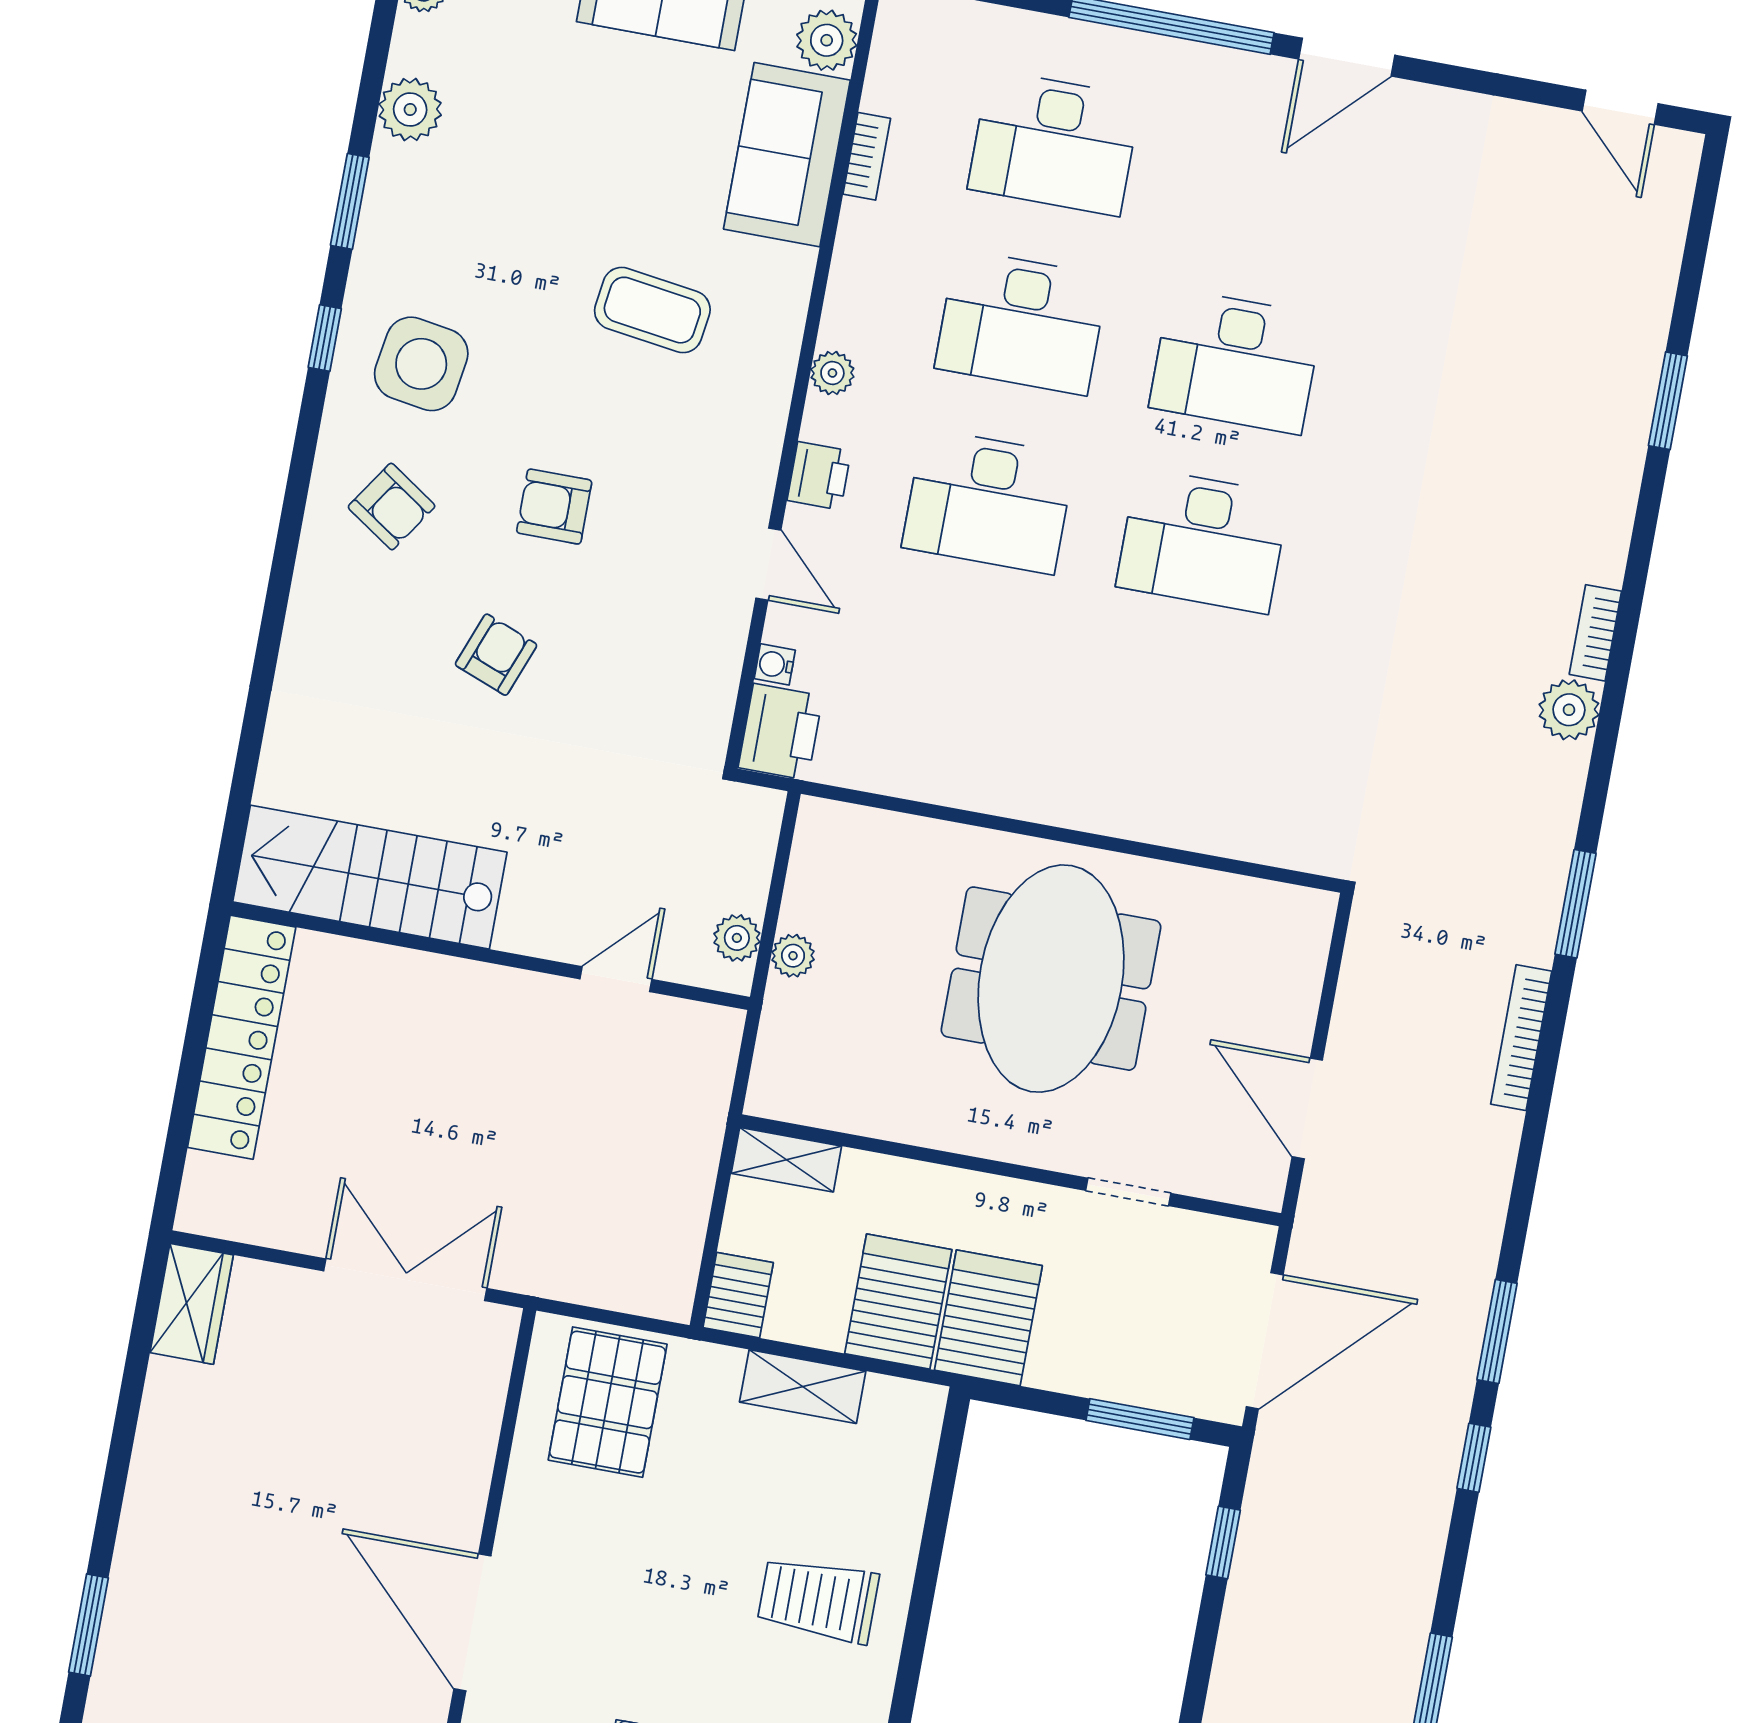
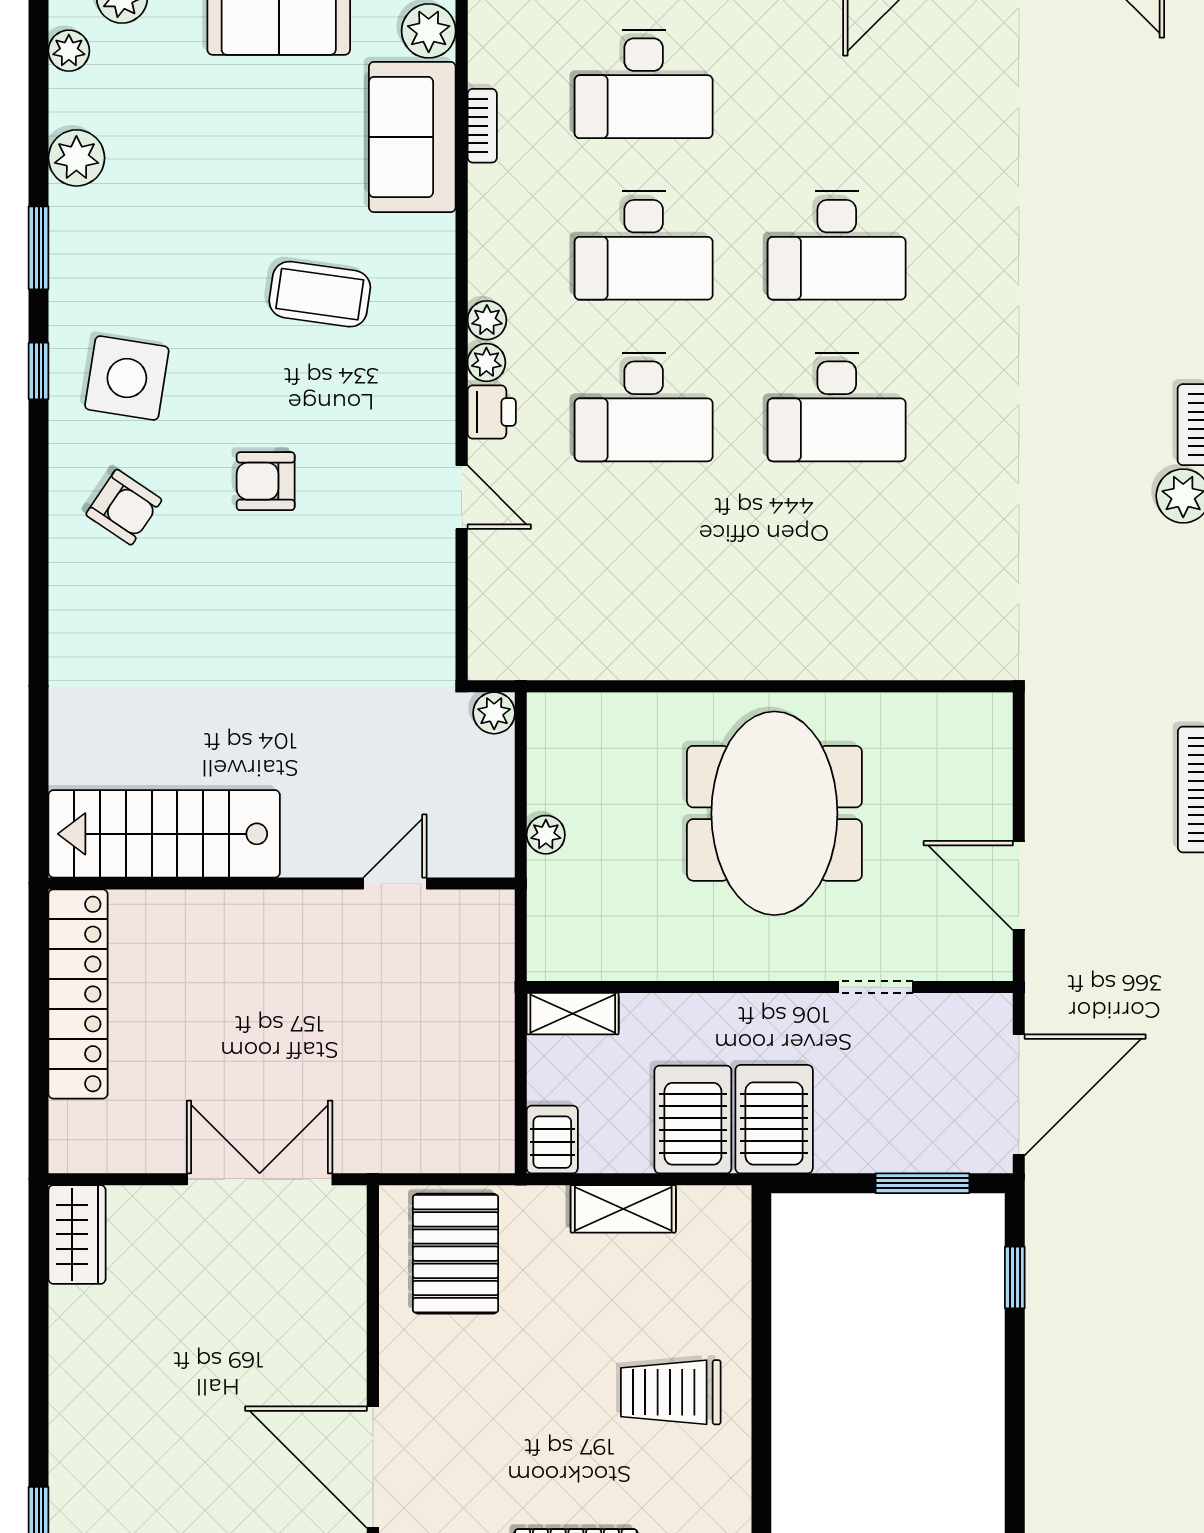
plant: (823, 420) -> (486, 362), added
armchair: (496, 655) -> (239, 620), removed
water cooler: (775, 664) -> (483, 584), removed
printer: (780, 732) -> (499, 641), removed
plant: (737, 938) -> (494, 713), moved

